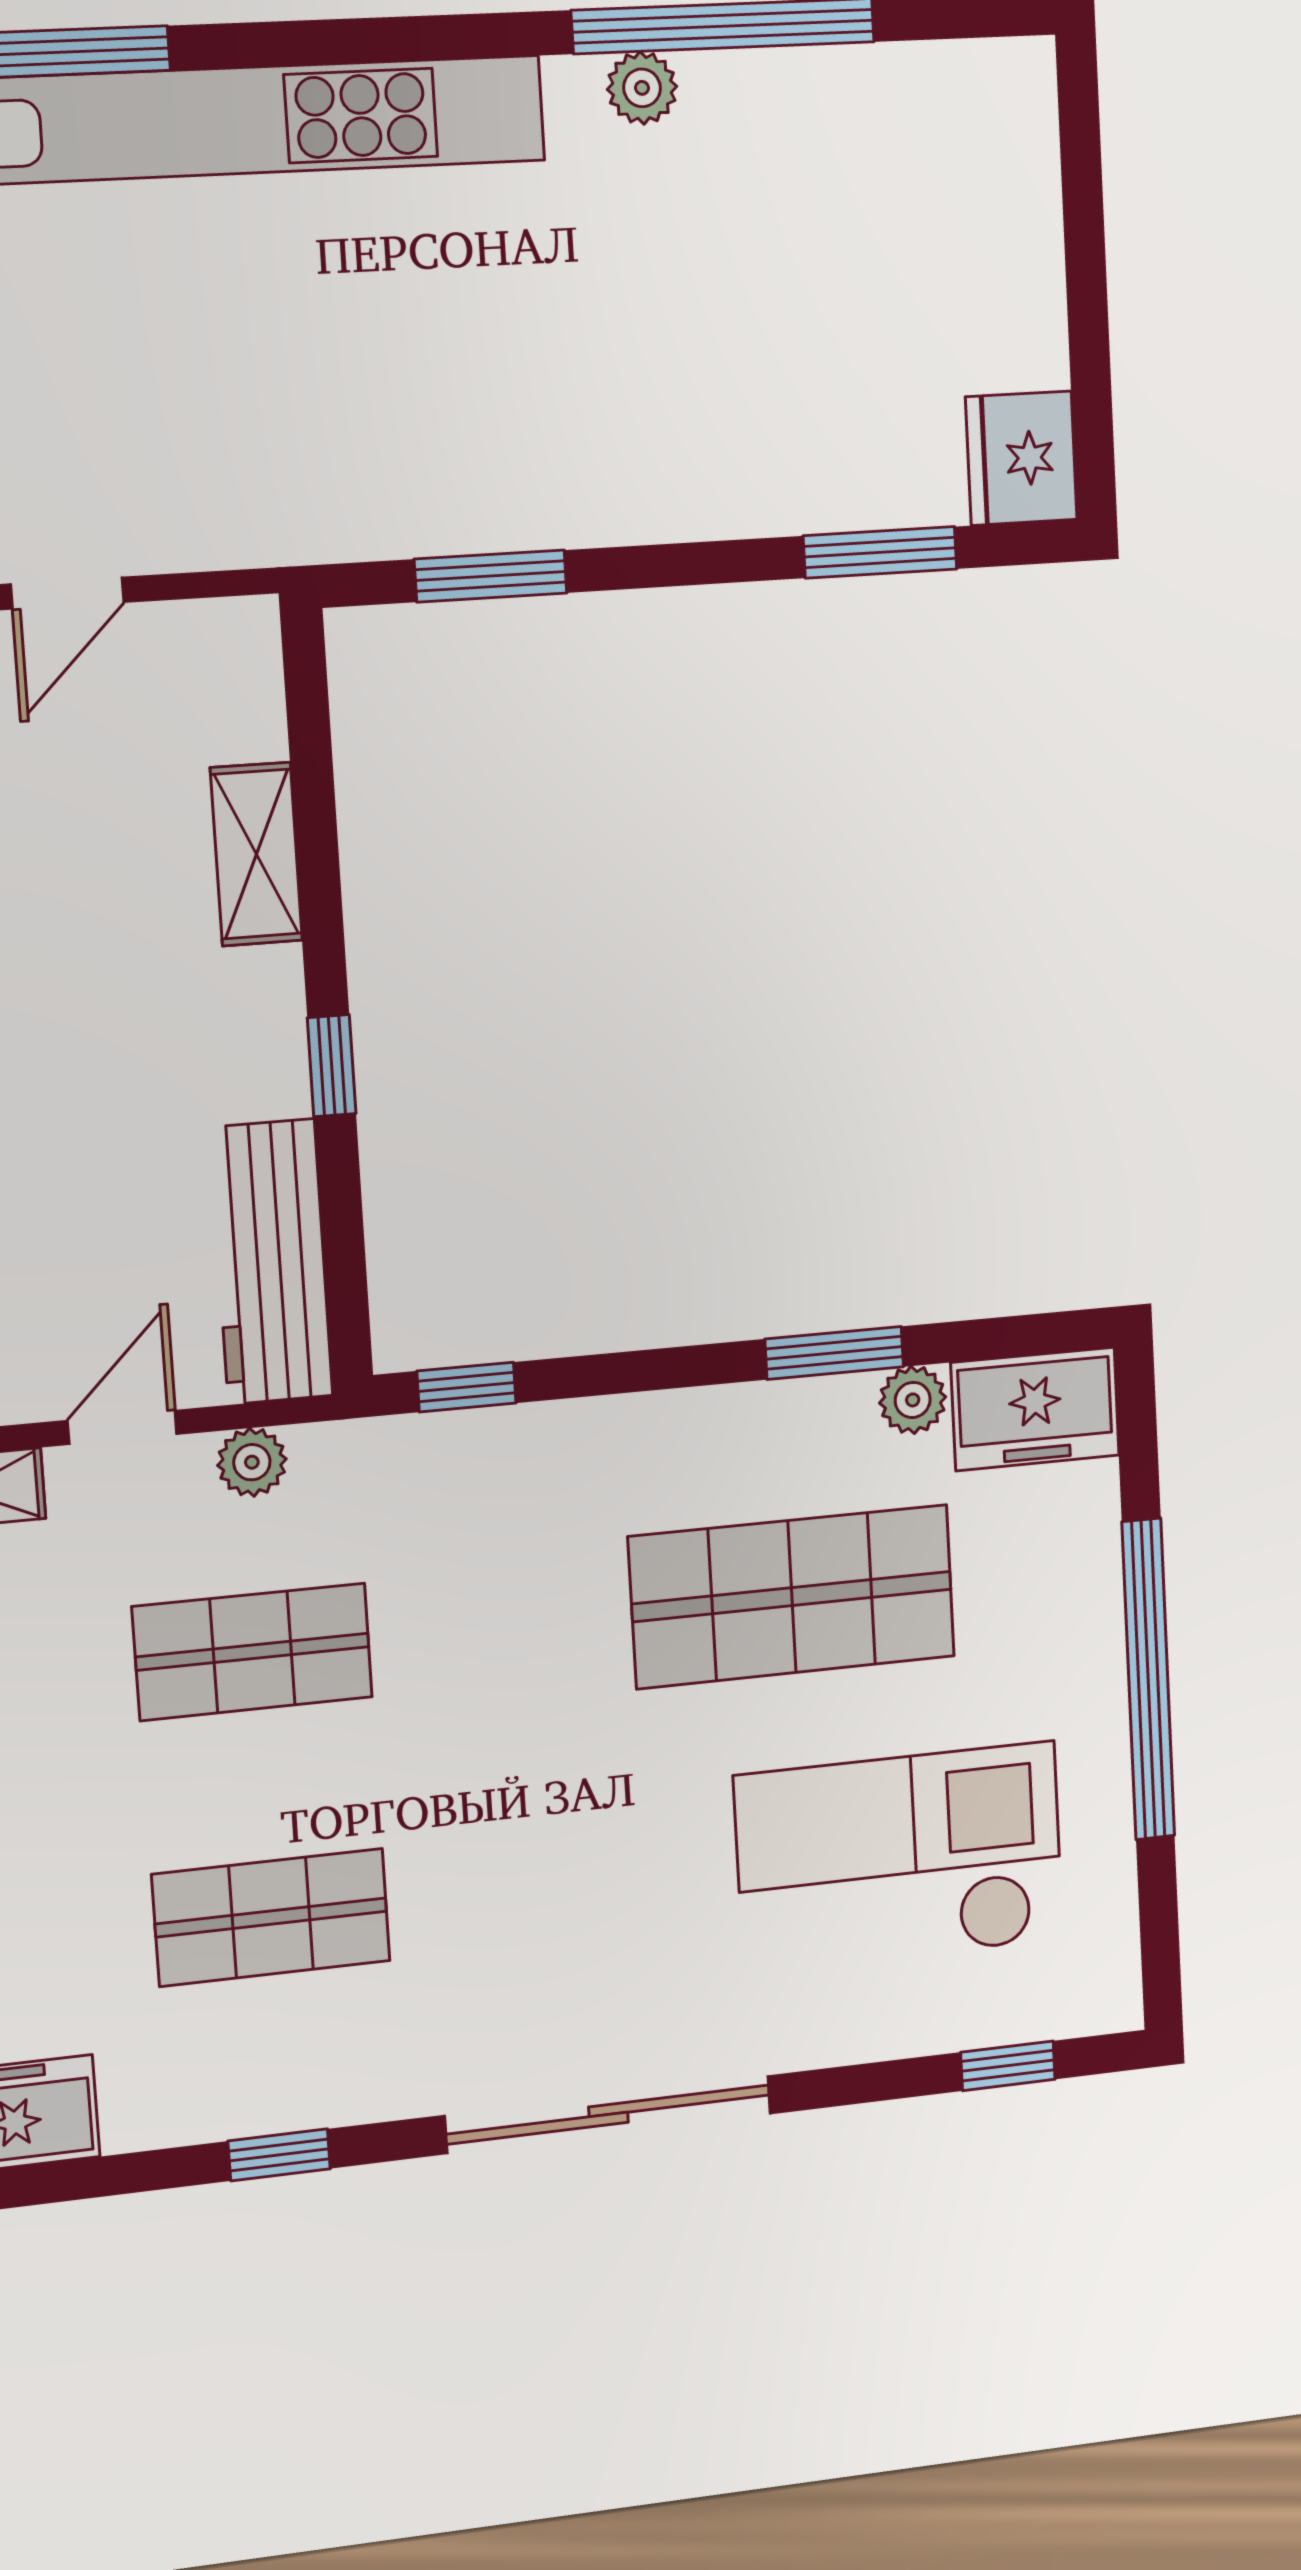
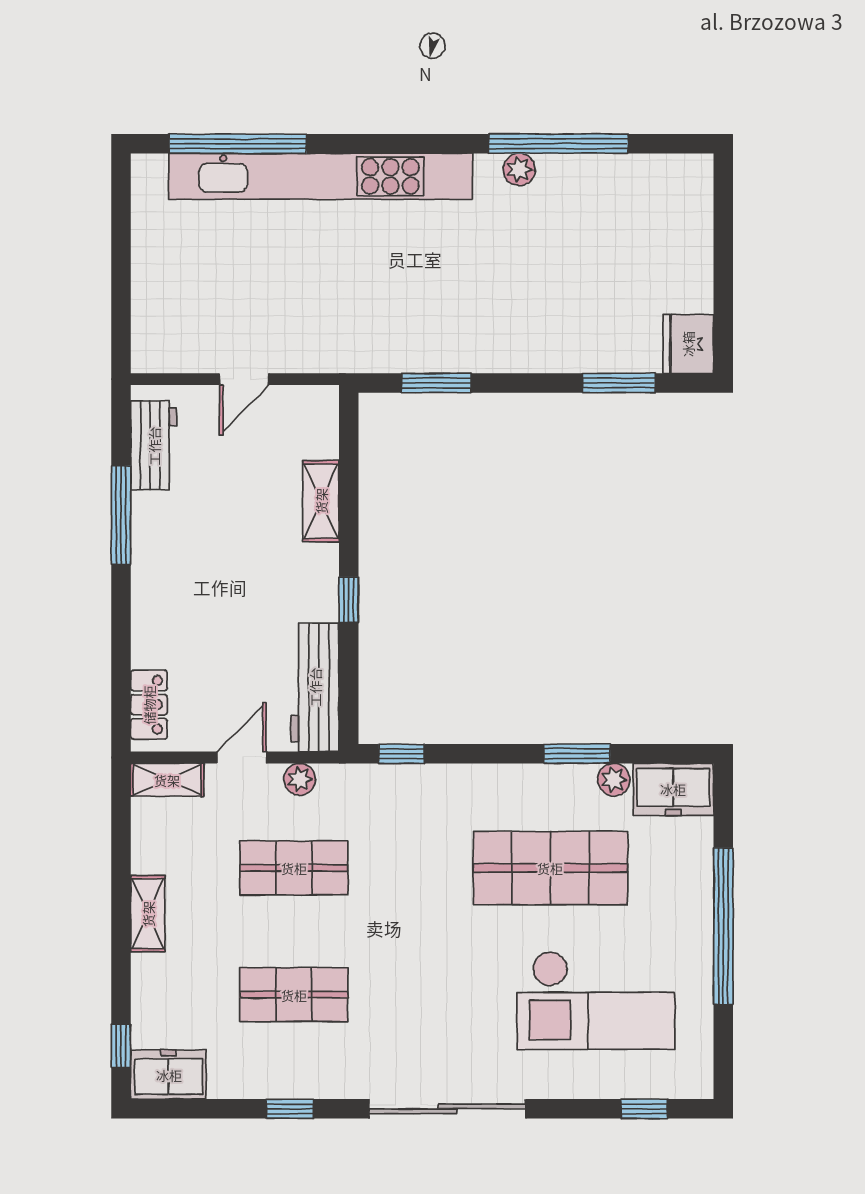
checkout: (900, 1858) -> (596, 1000), turned 180

